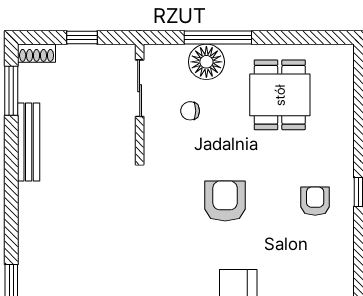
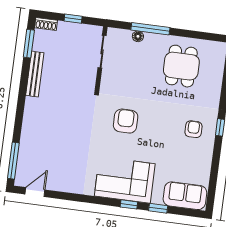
floor lamp: (206, 62) -> (138, 36), width x0.53, depth x0.53
chair: (190, 111) -> (129, 68), removed
armchair: (225, 201) -> (126, 121), moved

